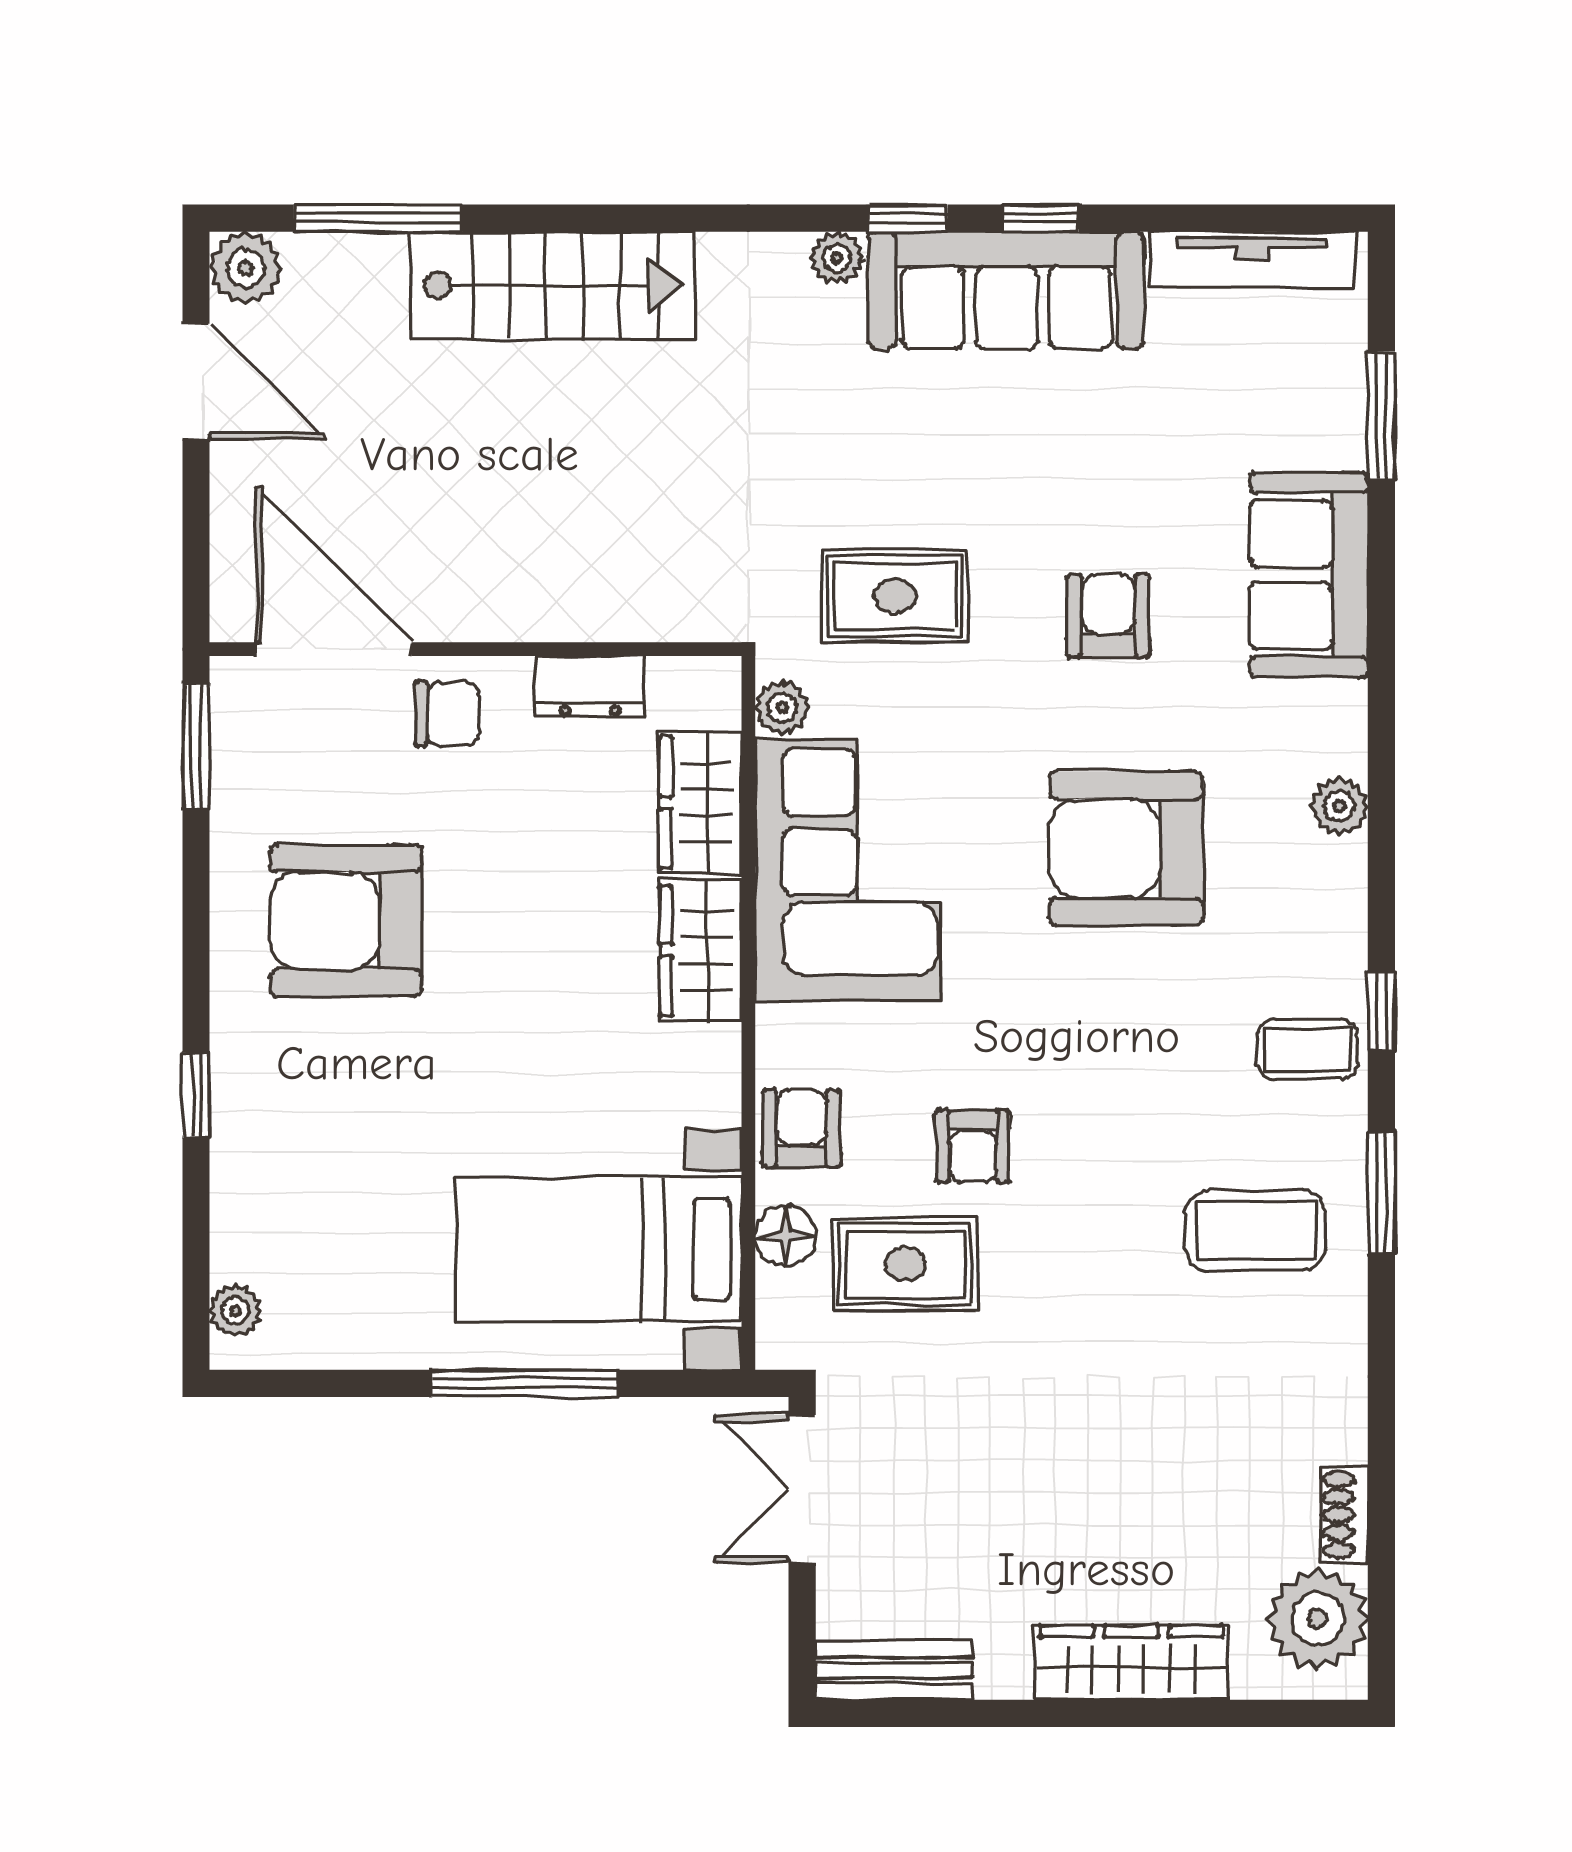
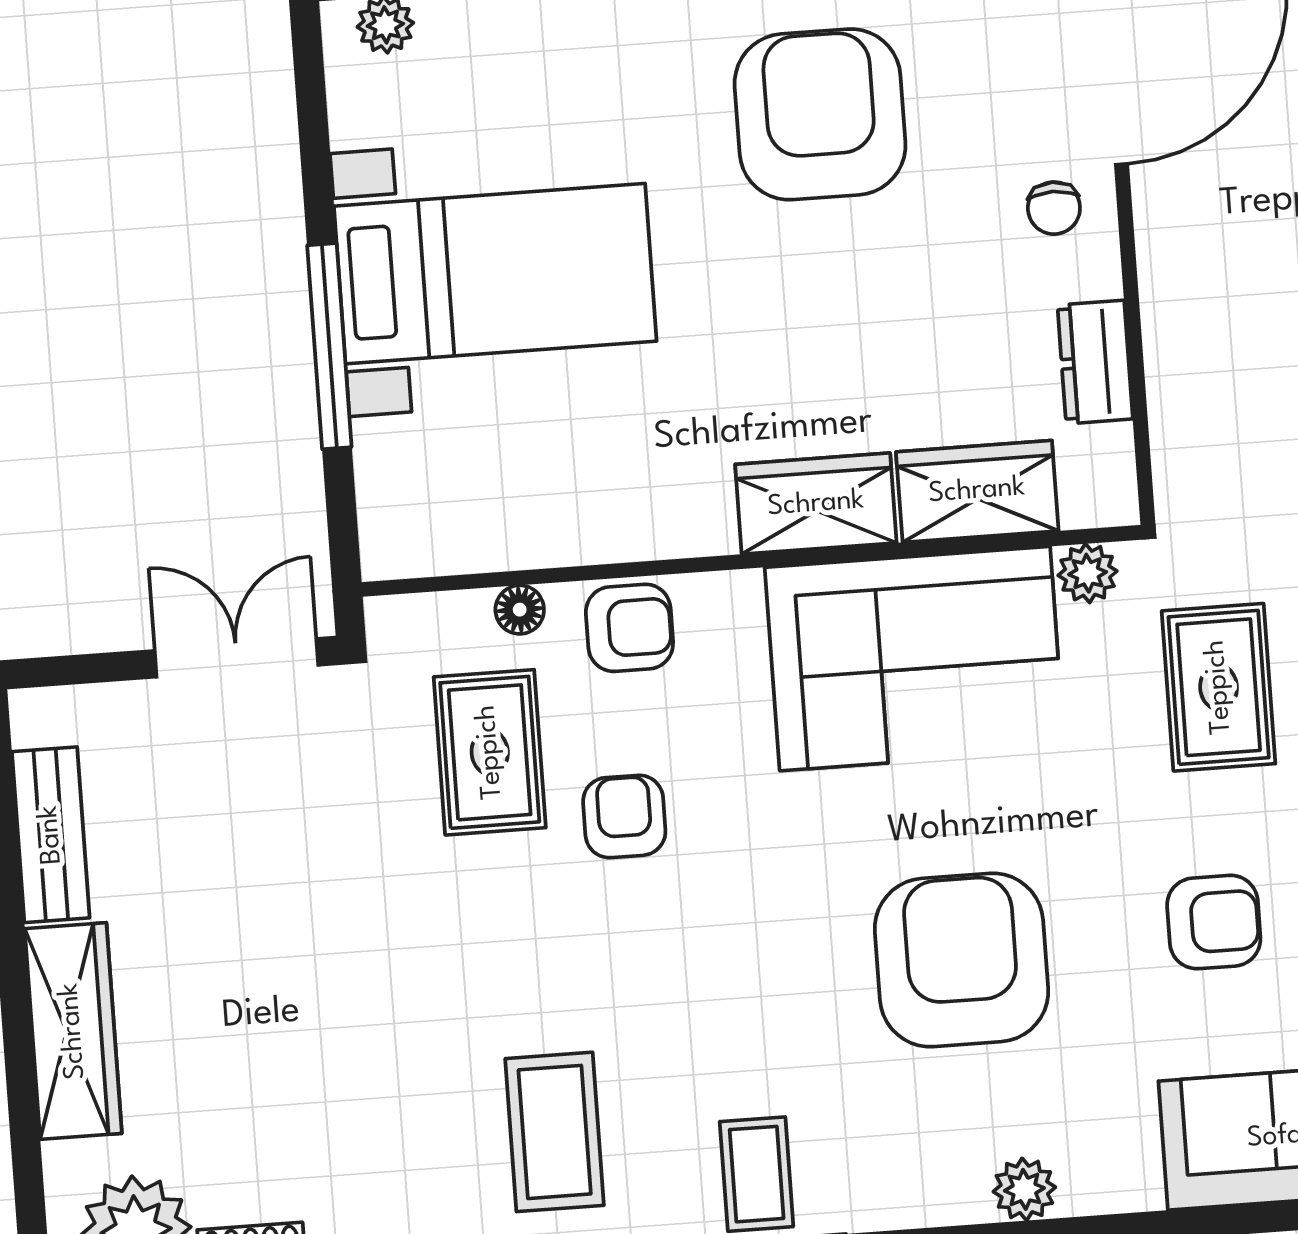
chair: (447, 714) -> (1054, 208), width x0.73, depth x0.73
armchair: (973, 1146) -> (624, 816), turned 90
floor lamp: (786, 1236) -> (520, 610), width x0.73, depth x0.73
bed with nightstands: (599, 1249) -> (495, 274), moved, turned 90
bench: (894, 1670) -> (51, 835), moved

